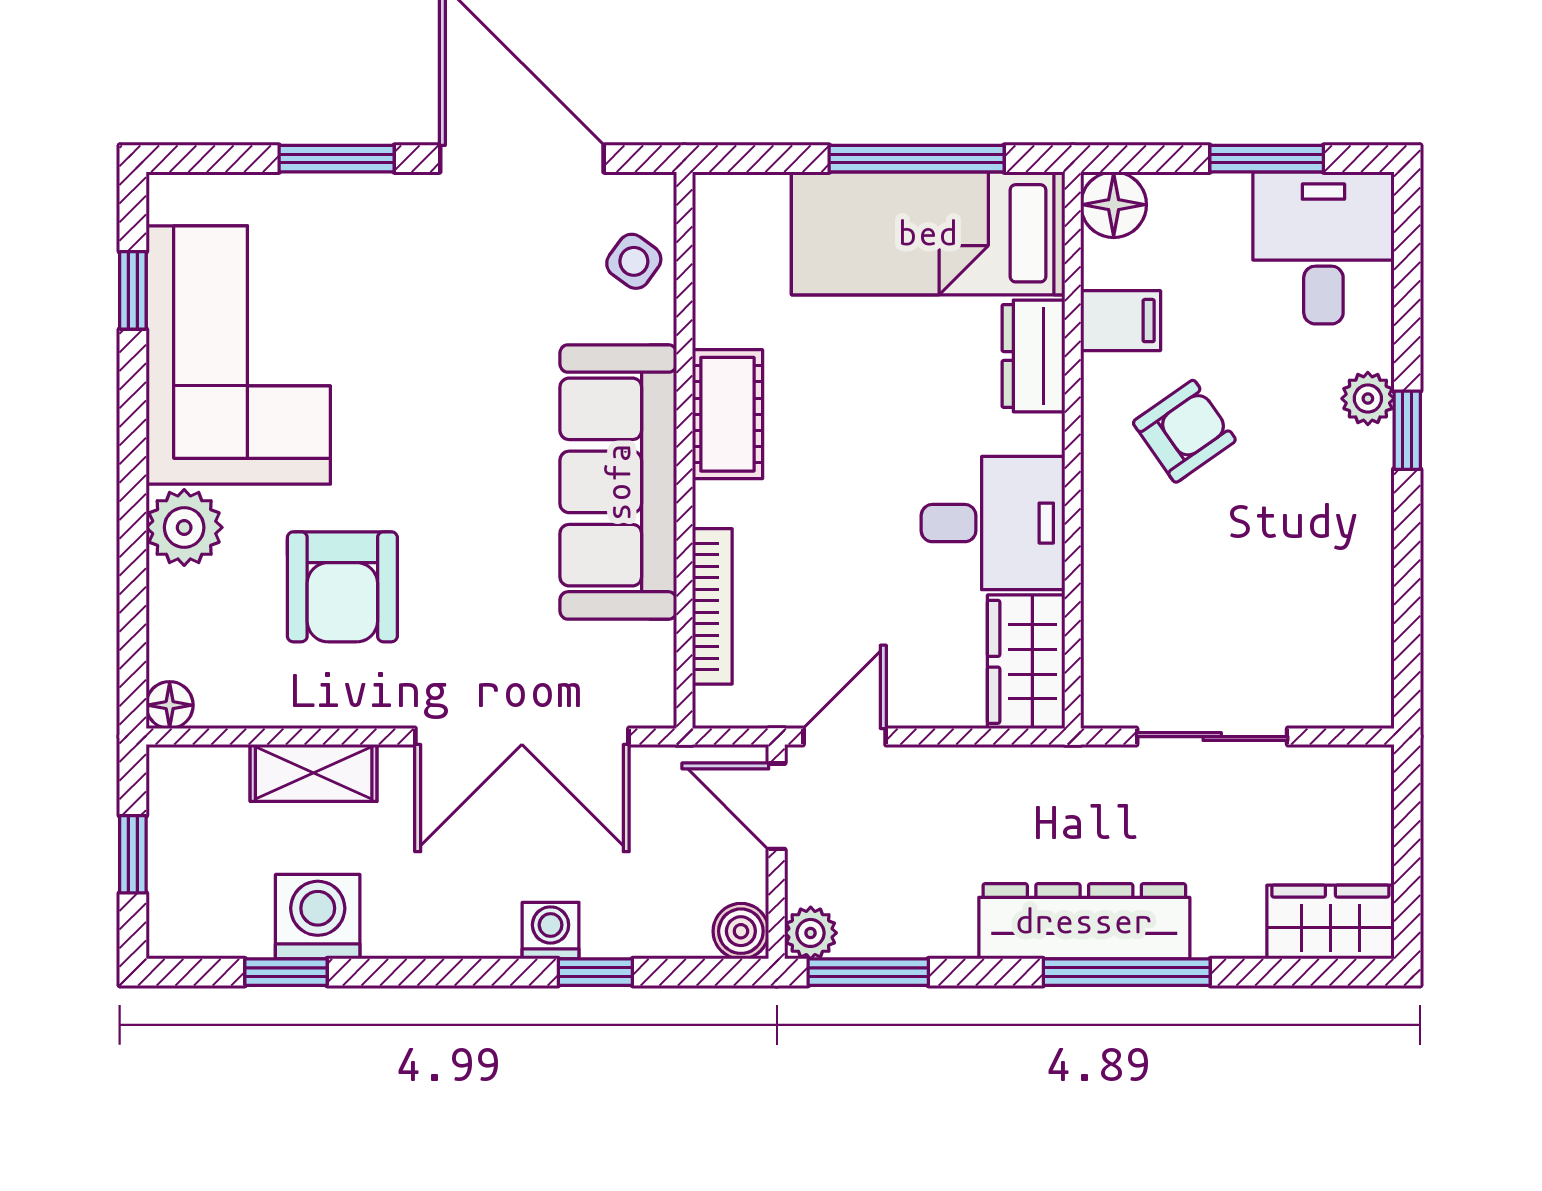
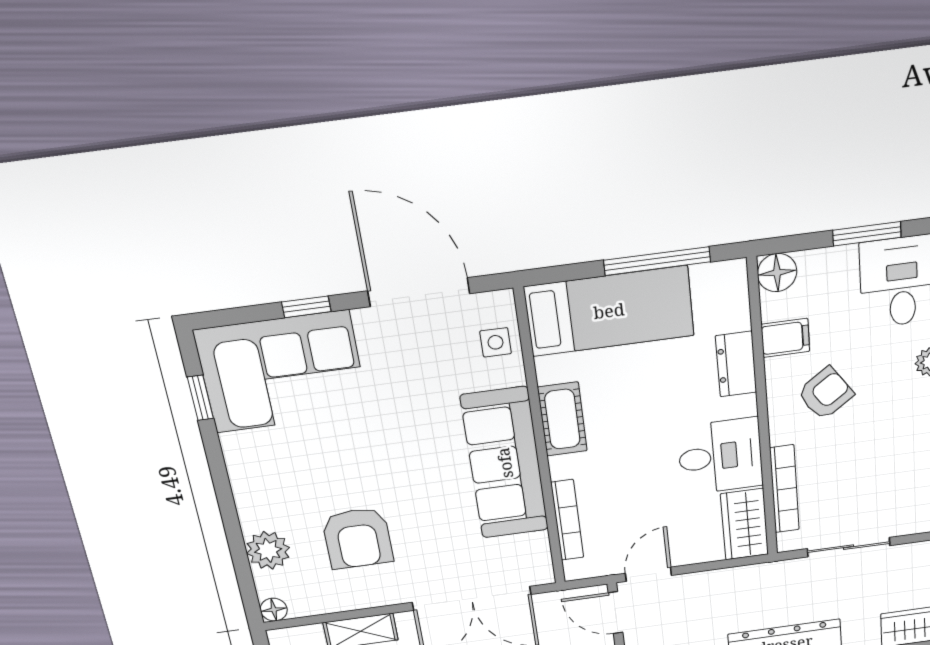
window: (337, 159) -> (306, 307), width x0.67
bed: (928, 233) -> (609, 311), moved, turned 180
side table: (634, 261) -> (496, 342), turned -36
corner sofa: (238, 355) -> (282, 372), moved, turned 90
plant: (184, 527) -> (268, 550), moved
bookcase: (1102, 603) -> (784, 489), added

